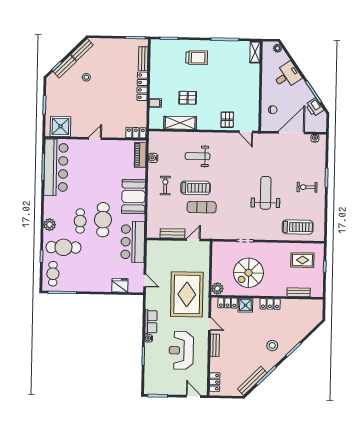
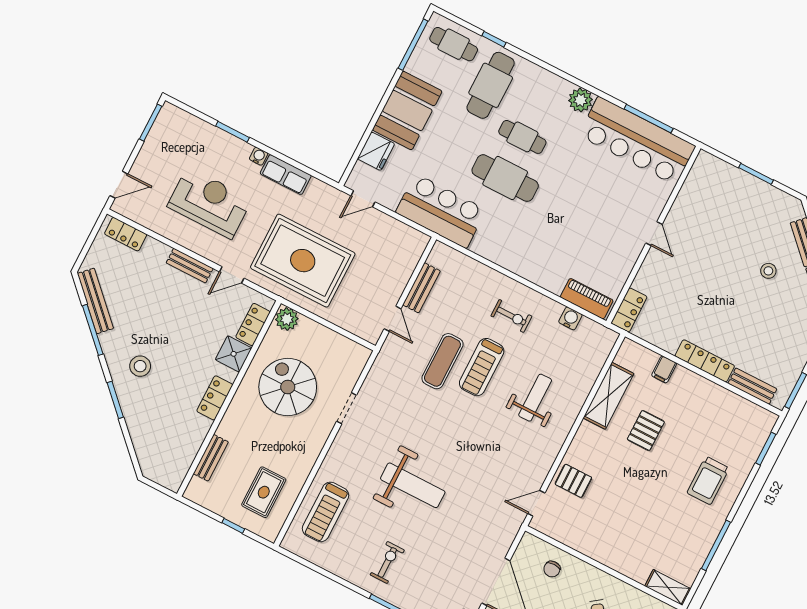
shower: (60, 126) -> (705, 184), removed
booth: (134, 197) -> (407, 110), moved, turned 90
plant: (50, 225) -> (580, 100), moved

